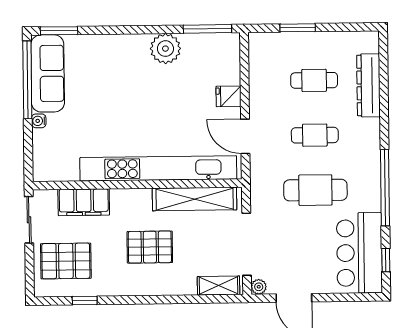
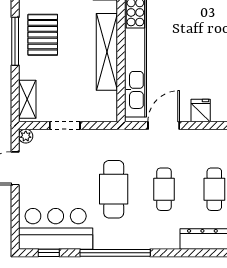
shelving: (195, 199) -> (107, 52), moved
doorway: (247, 244) -> (65, 126), width x0.53
pallet: (150, 247) -> (43, 35), moved
window: (155, 300) -> (15, 41), added

